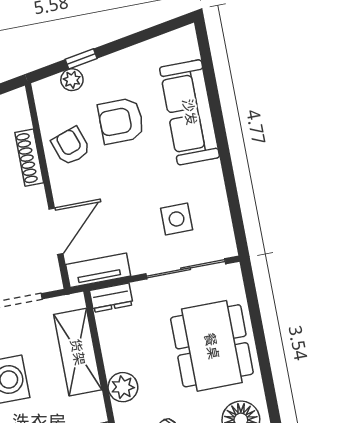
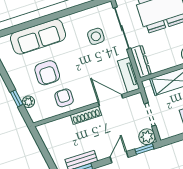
armchair: (71, 146) -> (64, 98), turned 109
shoe rack: (29, 158) -> (86, 115), moved
dresser: (111, 298) -> (141, 61), width x1.44

